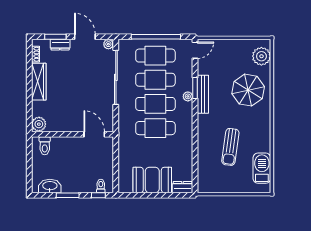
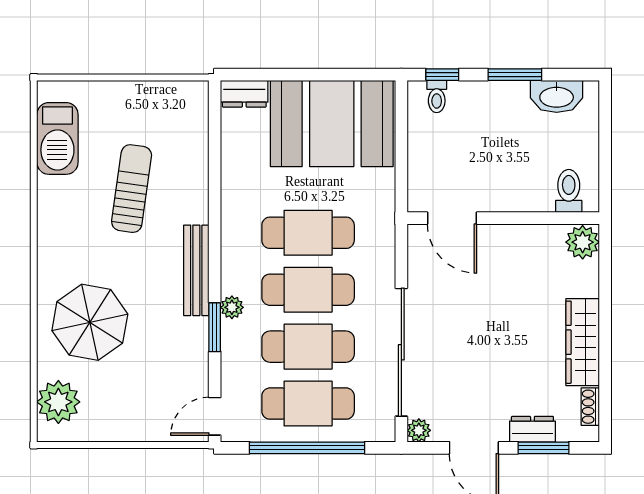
bench: (203, 94) -> (196, 270), moved
booth: (152, 180) -> (332, 123), width x1.36, depth x1.42

